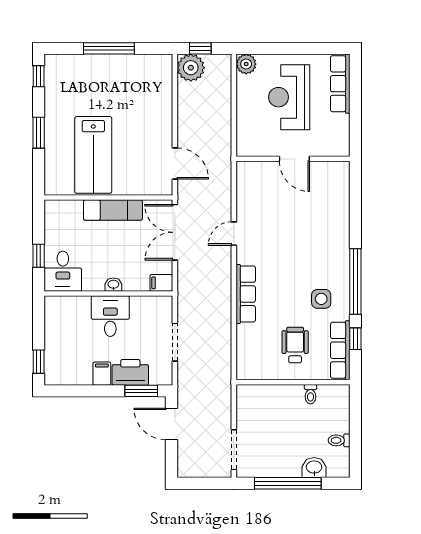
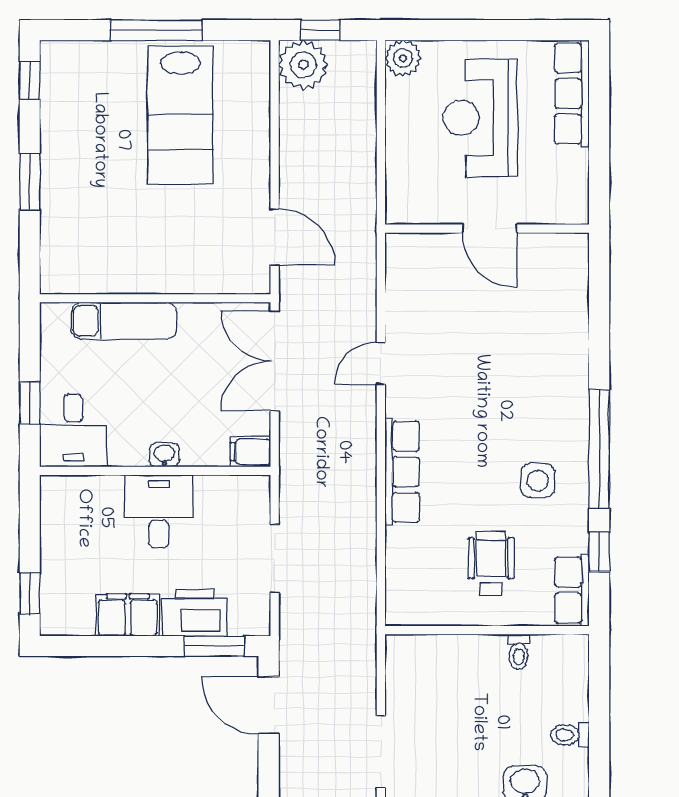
lab bench: (93, 155) -> (180, 116), moved
exam couch: (113, 210) -> (124, 321), moved
row of seats: (340, 350) -> (572, 590), width x0.68
filing cabinet: (102, 374) -> (128, 615), width x2.00

